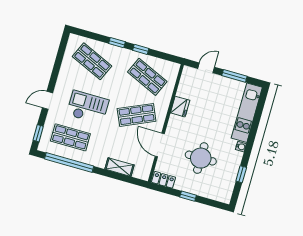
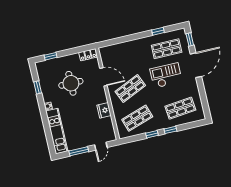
shop shelf: (92, 61) -> (180, 108), turned -30
shop shelf: (147, 77) -> (137, 118), turned -42
door: (47, 100) -> (196, 65), width x1.87
checkout: (88, 107) -> (166, 75), turned 180
window: (69, 163) -> (158, 31), width x0.32
shelving: (120, 167) -> (122, 47), removed
window: (188, 196) -> (51, 56), moved

